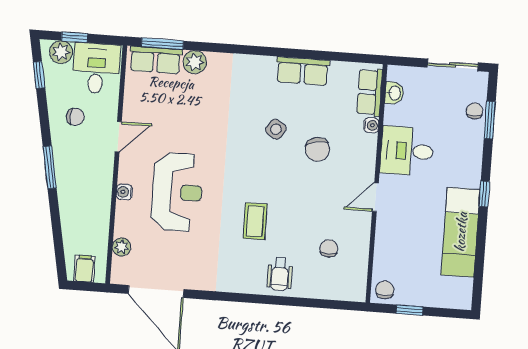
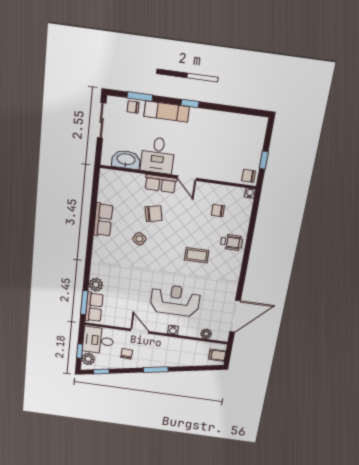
row of seats: (370, 92) -> (161, 184), moved
washbasin: (394, 93) -> (126, 160), width x1.91, depth x1.45
water cooler: (371, 125) -> (250, 193), moved
exam couch: (461, 232) -> (167, 112), moved, width x0.73, depth x0.69

